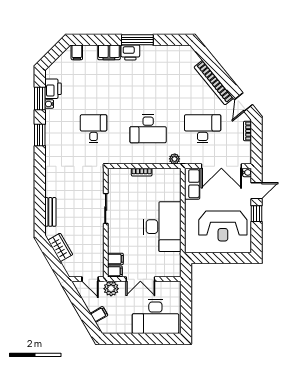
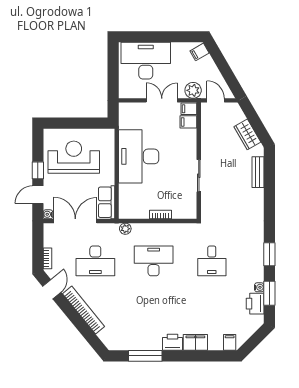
window: (137, 40) -> (145, 356), moved
filing cabinet: (99, 314) -> (200, 52), moved

